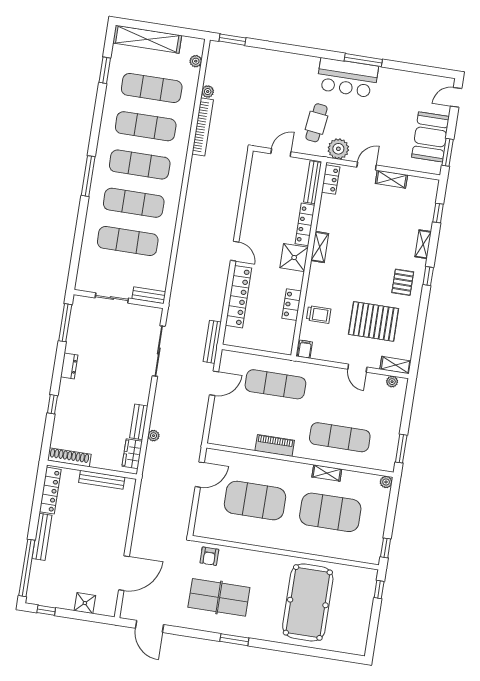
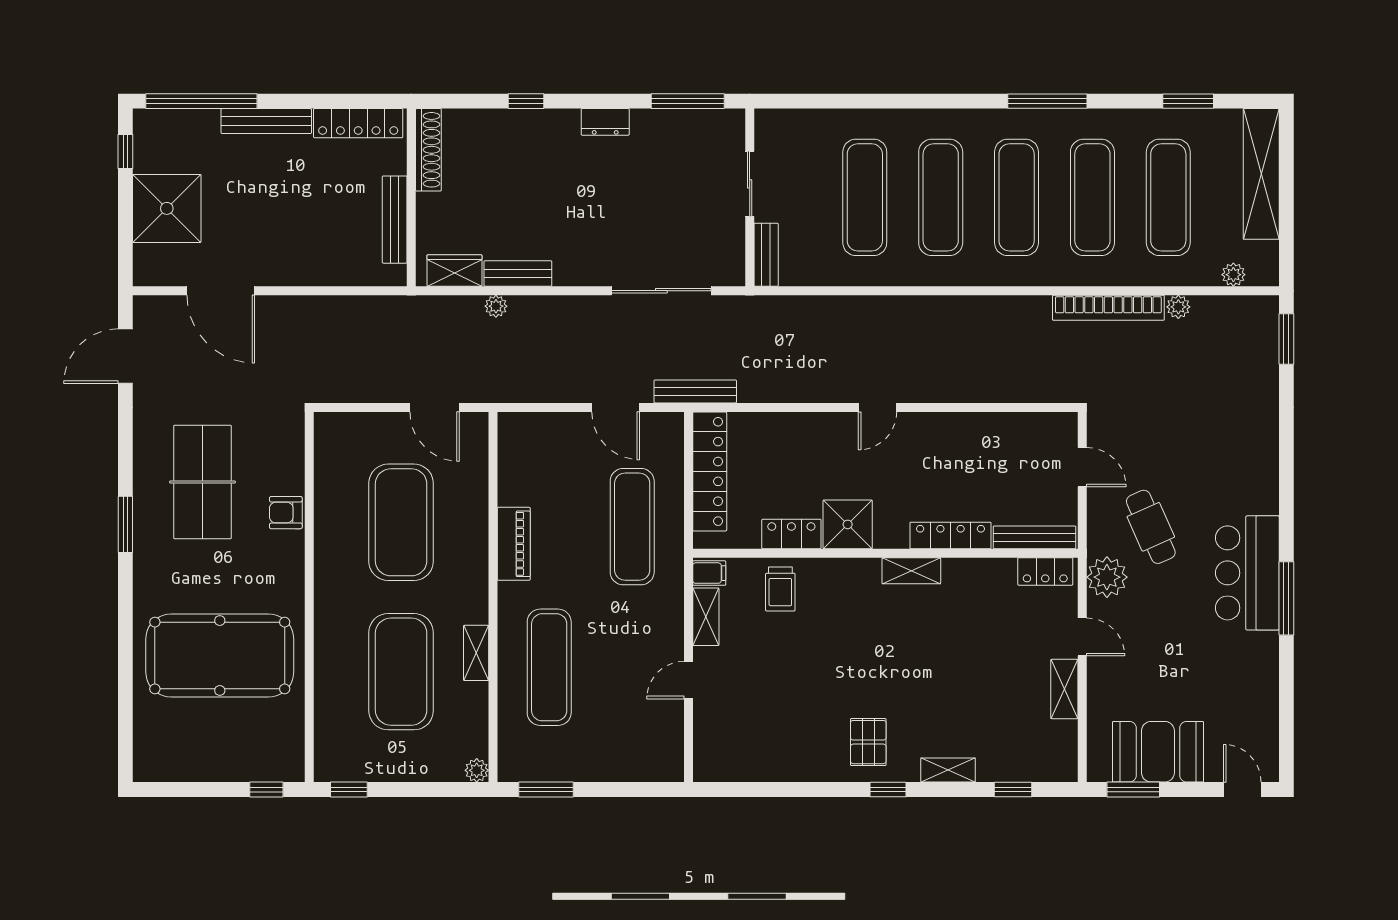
cafe table: (316, 123) -> (1151, 527), turned 59
window: (88, 176) -> (1047, 101), moved
shower: (294, 258) -> (848, 524), moved
pallet: (403, 282) -> (868, 742), turned 90
locker: (239, 297) -> (710, 471), moved, turned -90
pallet: (374, 321) -> (784, 698), removed
shelving: (396, 365) -> (706, 617), moved
plant: (392, 382) -> (673, 752), removed
armchair: (209, 556) -> (286, 513), moved
shower: (85, 603) -> (167, 208), width x1.86, depth x1.86

